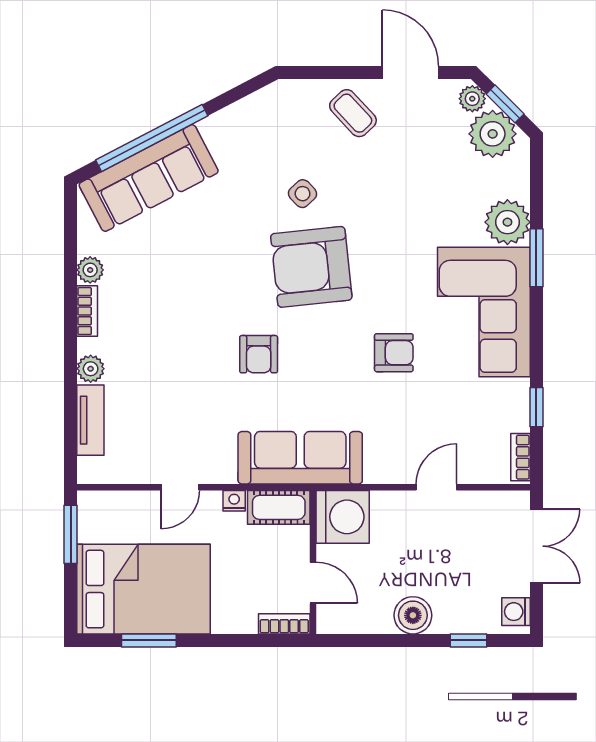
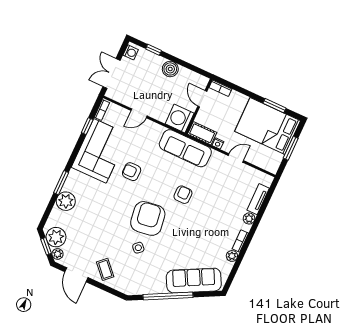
window: (152, 138) -> (168, 296), moved
armchair: (311, 267) -> (148, 218), turned -92
corner sofa: (484, 312) -> (100, 151), moved
window: (71, 534) -> (291, 148), moved

